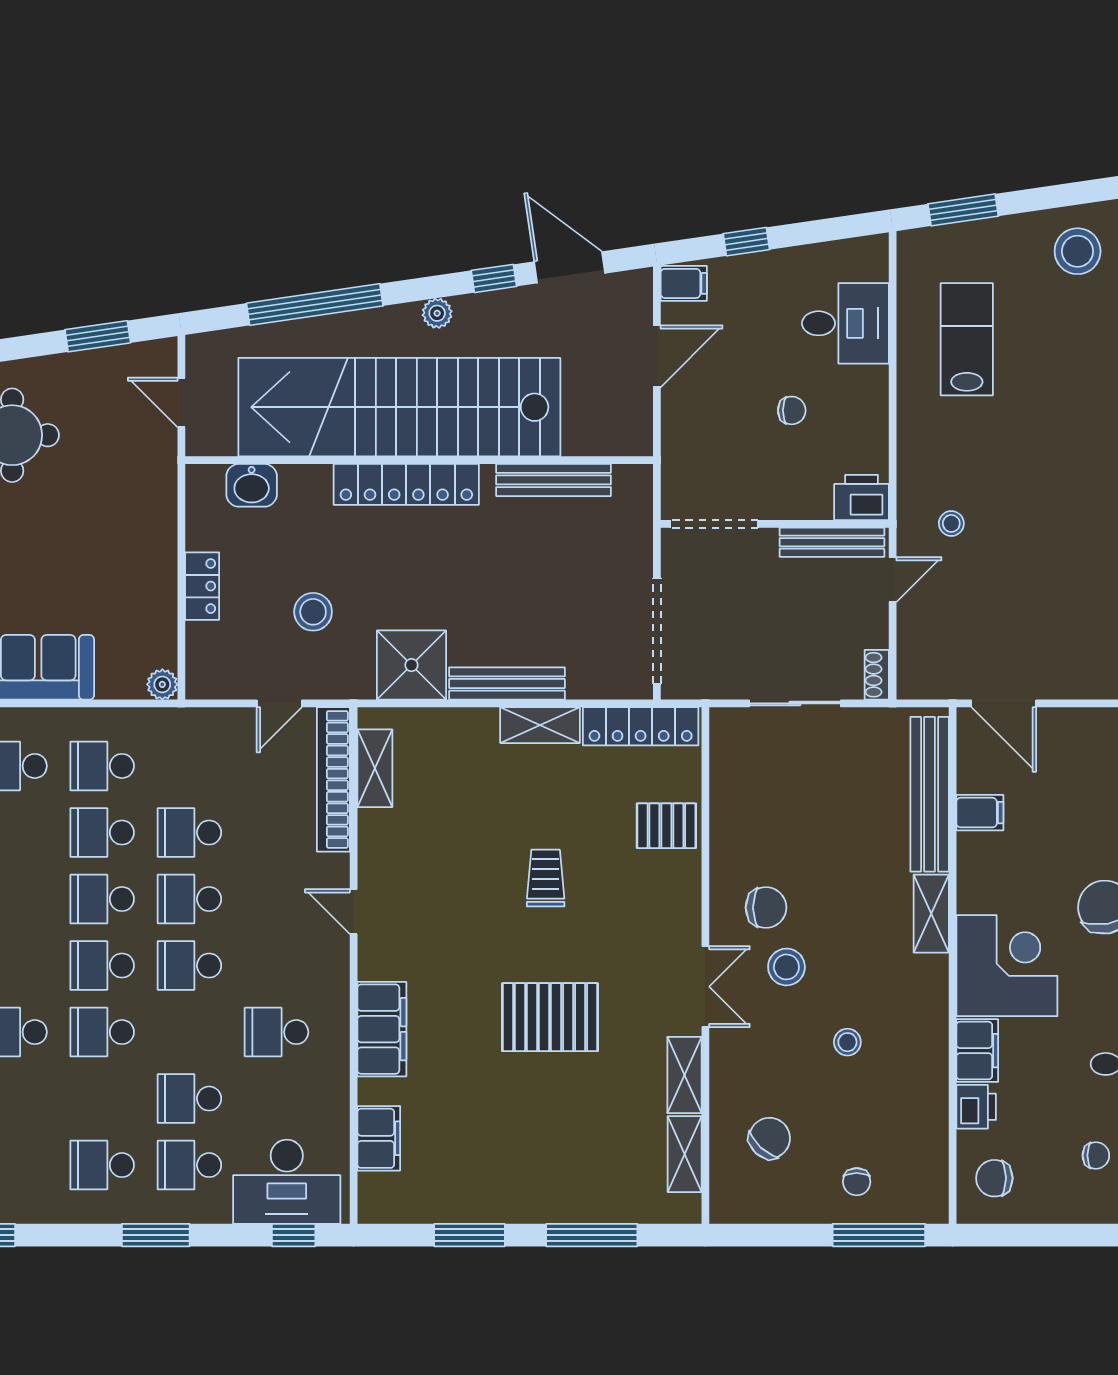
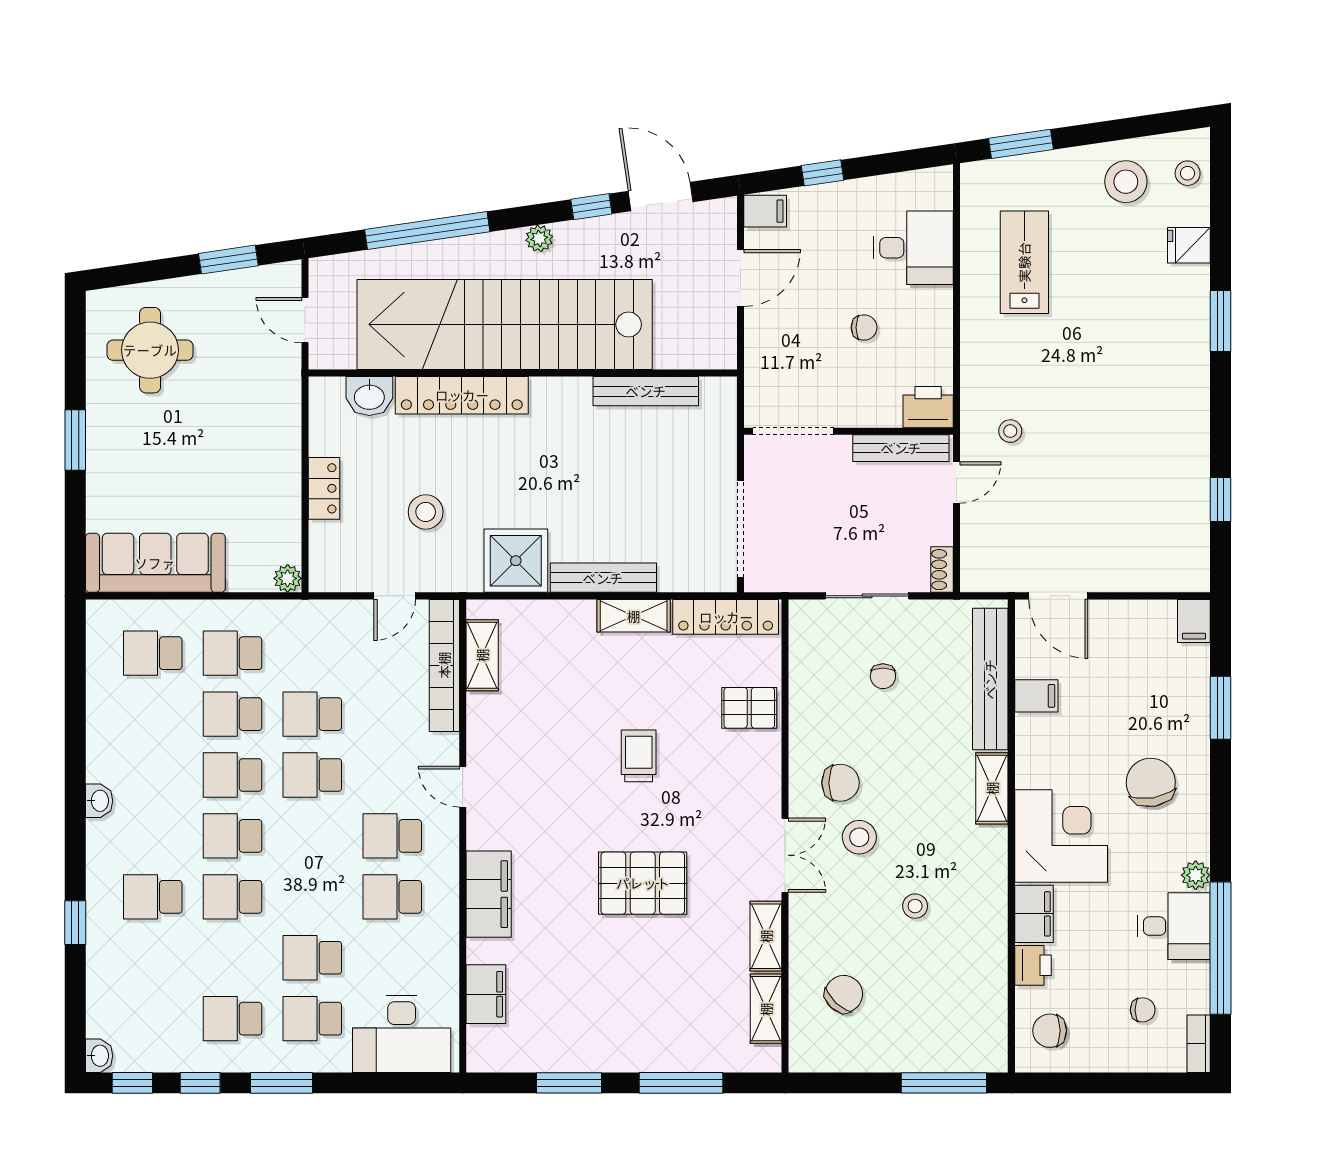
locker: (406, 484) -> (462, 395), moved
school desk: (189, 966) -> (392, 836), moved
chair: (857, 1182) -> (883, 676), moved
window: (294, 1235) -> (200, 1083), moved

